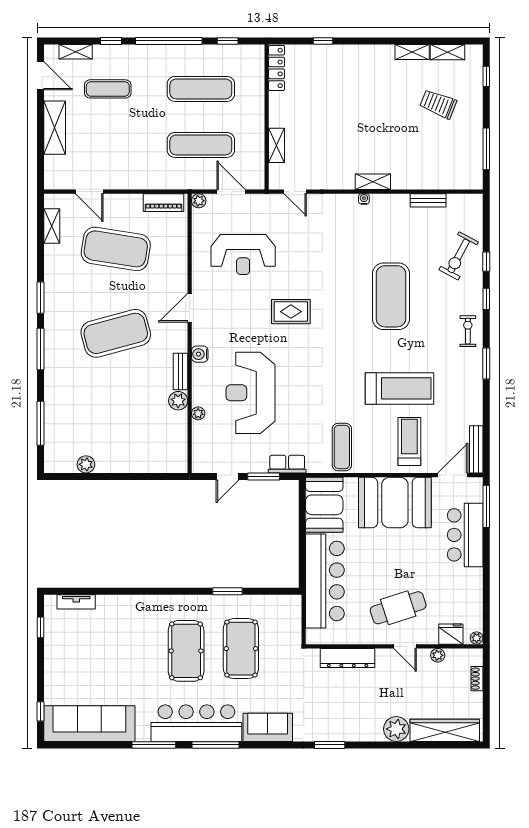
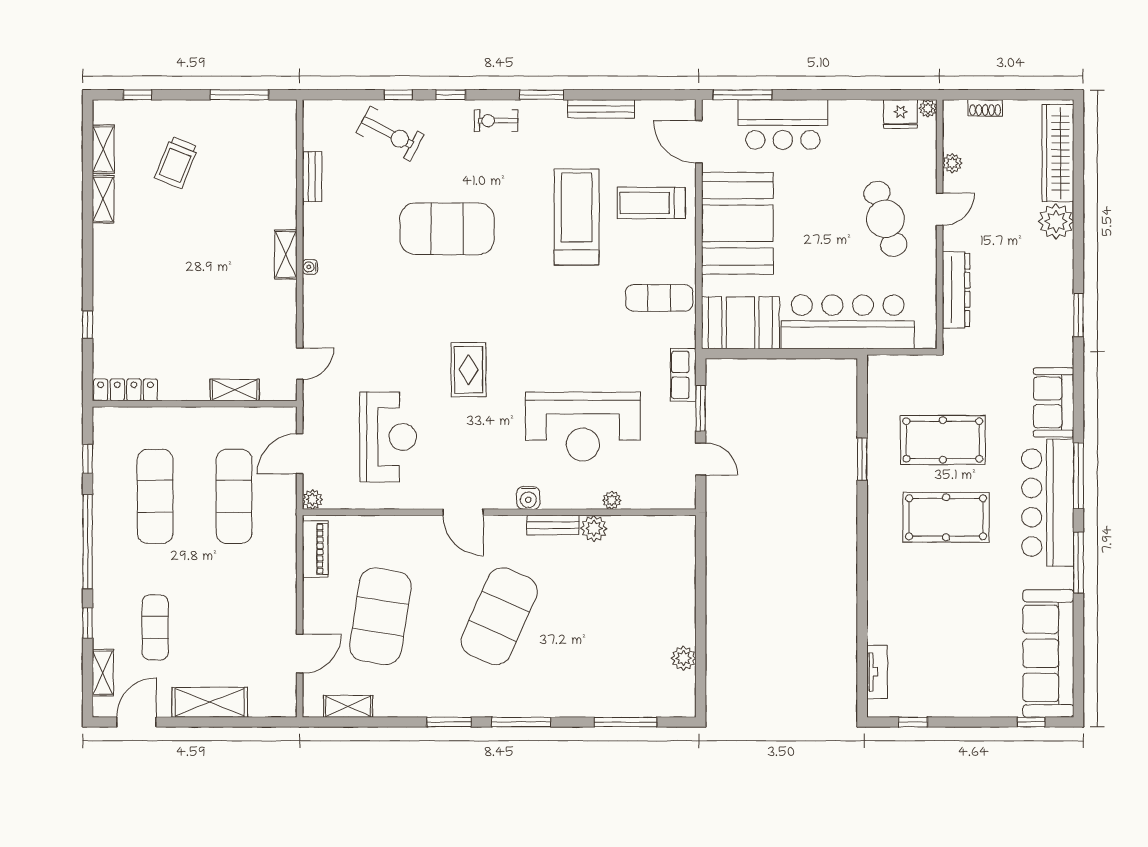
exercise mat: (116, 333) -> (499, 616), turned 39
bench: (476, 449) -> (601, 109), moved
fridge: (451, 634) -> (900, 114), moved, turned -90

